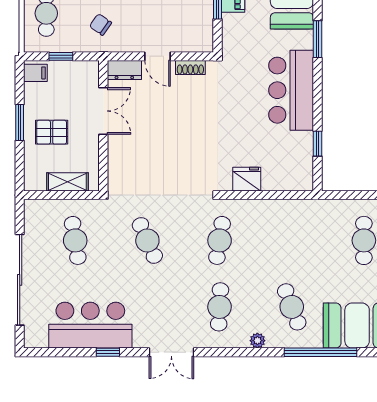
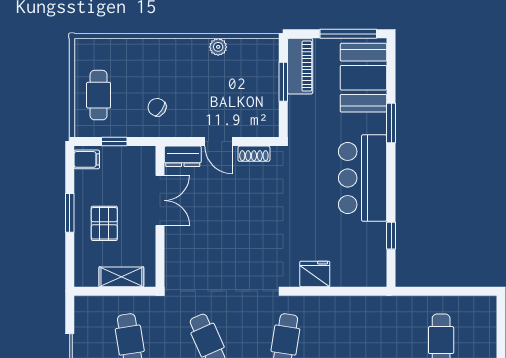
pallet: (52, 132) -> (104, 223), turned 90

